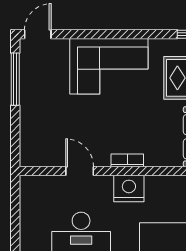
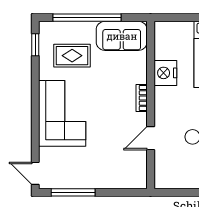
nightstand: (129, 189) -> (165, 73), moved

